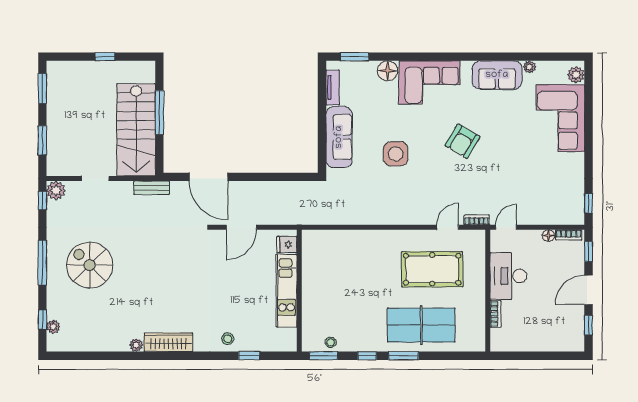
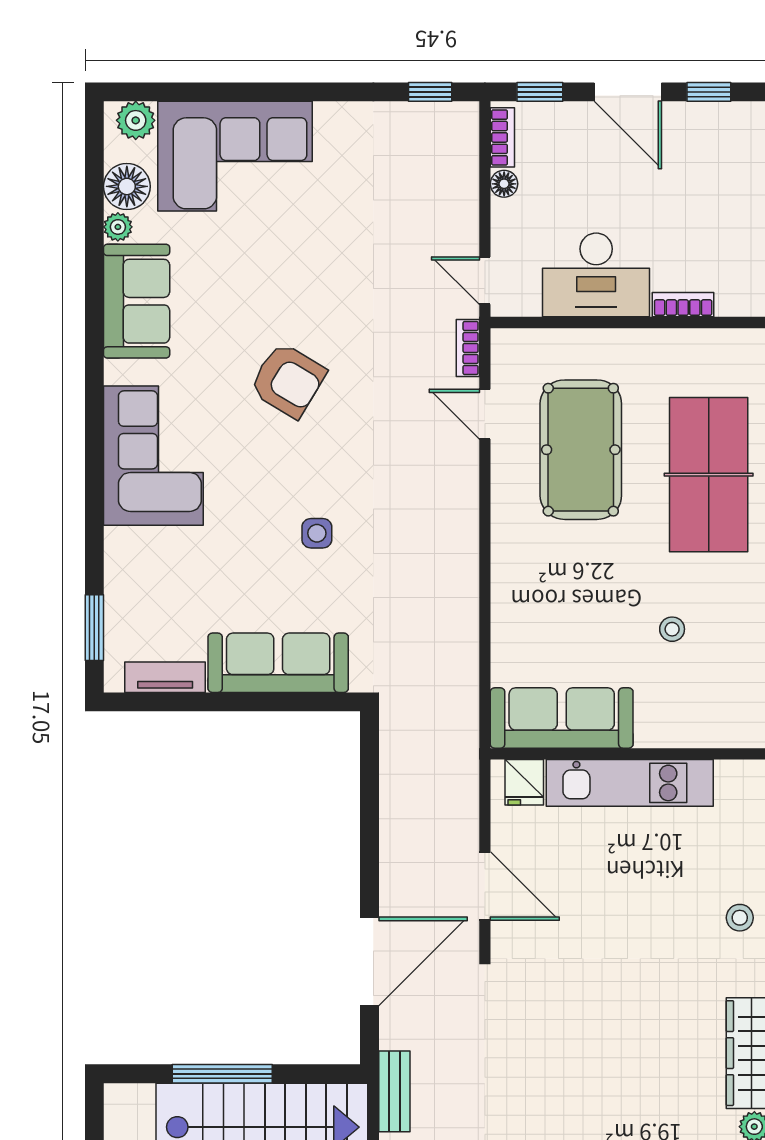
floor lamp: (388, 71) -> (127, 186), moved
side table: (396, 154) -> (317, 533), width x0.54, depth x0.54
sofa: (315, 261) -> (562, 718), added
stool: (331, 342) -> (672, 629), moved

